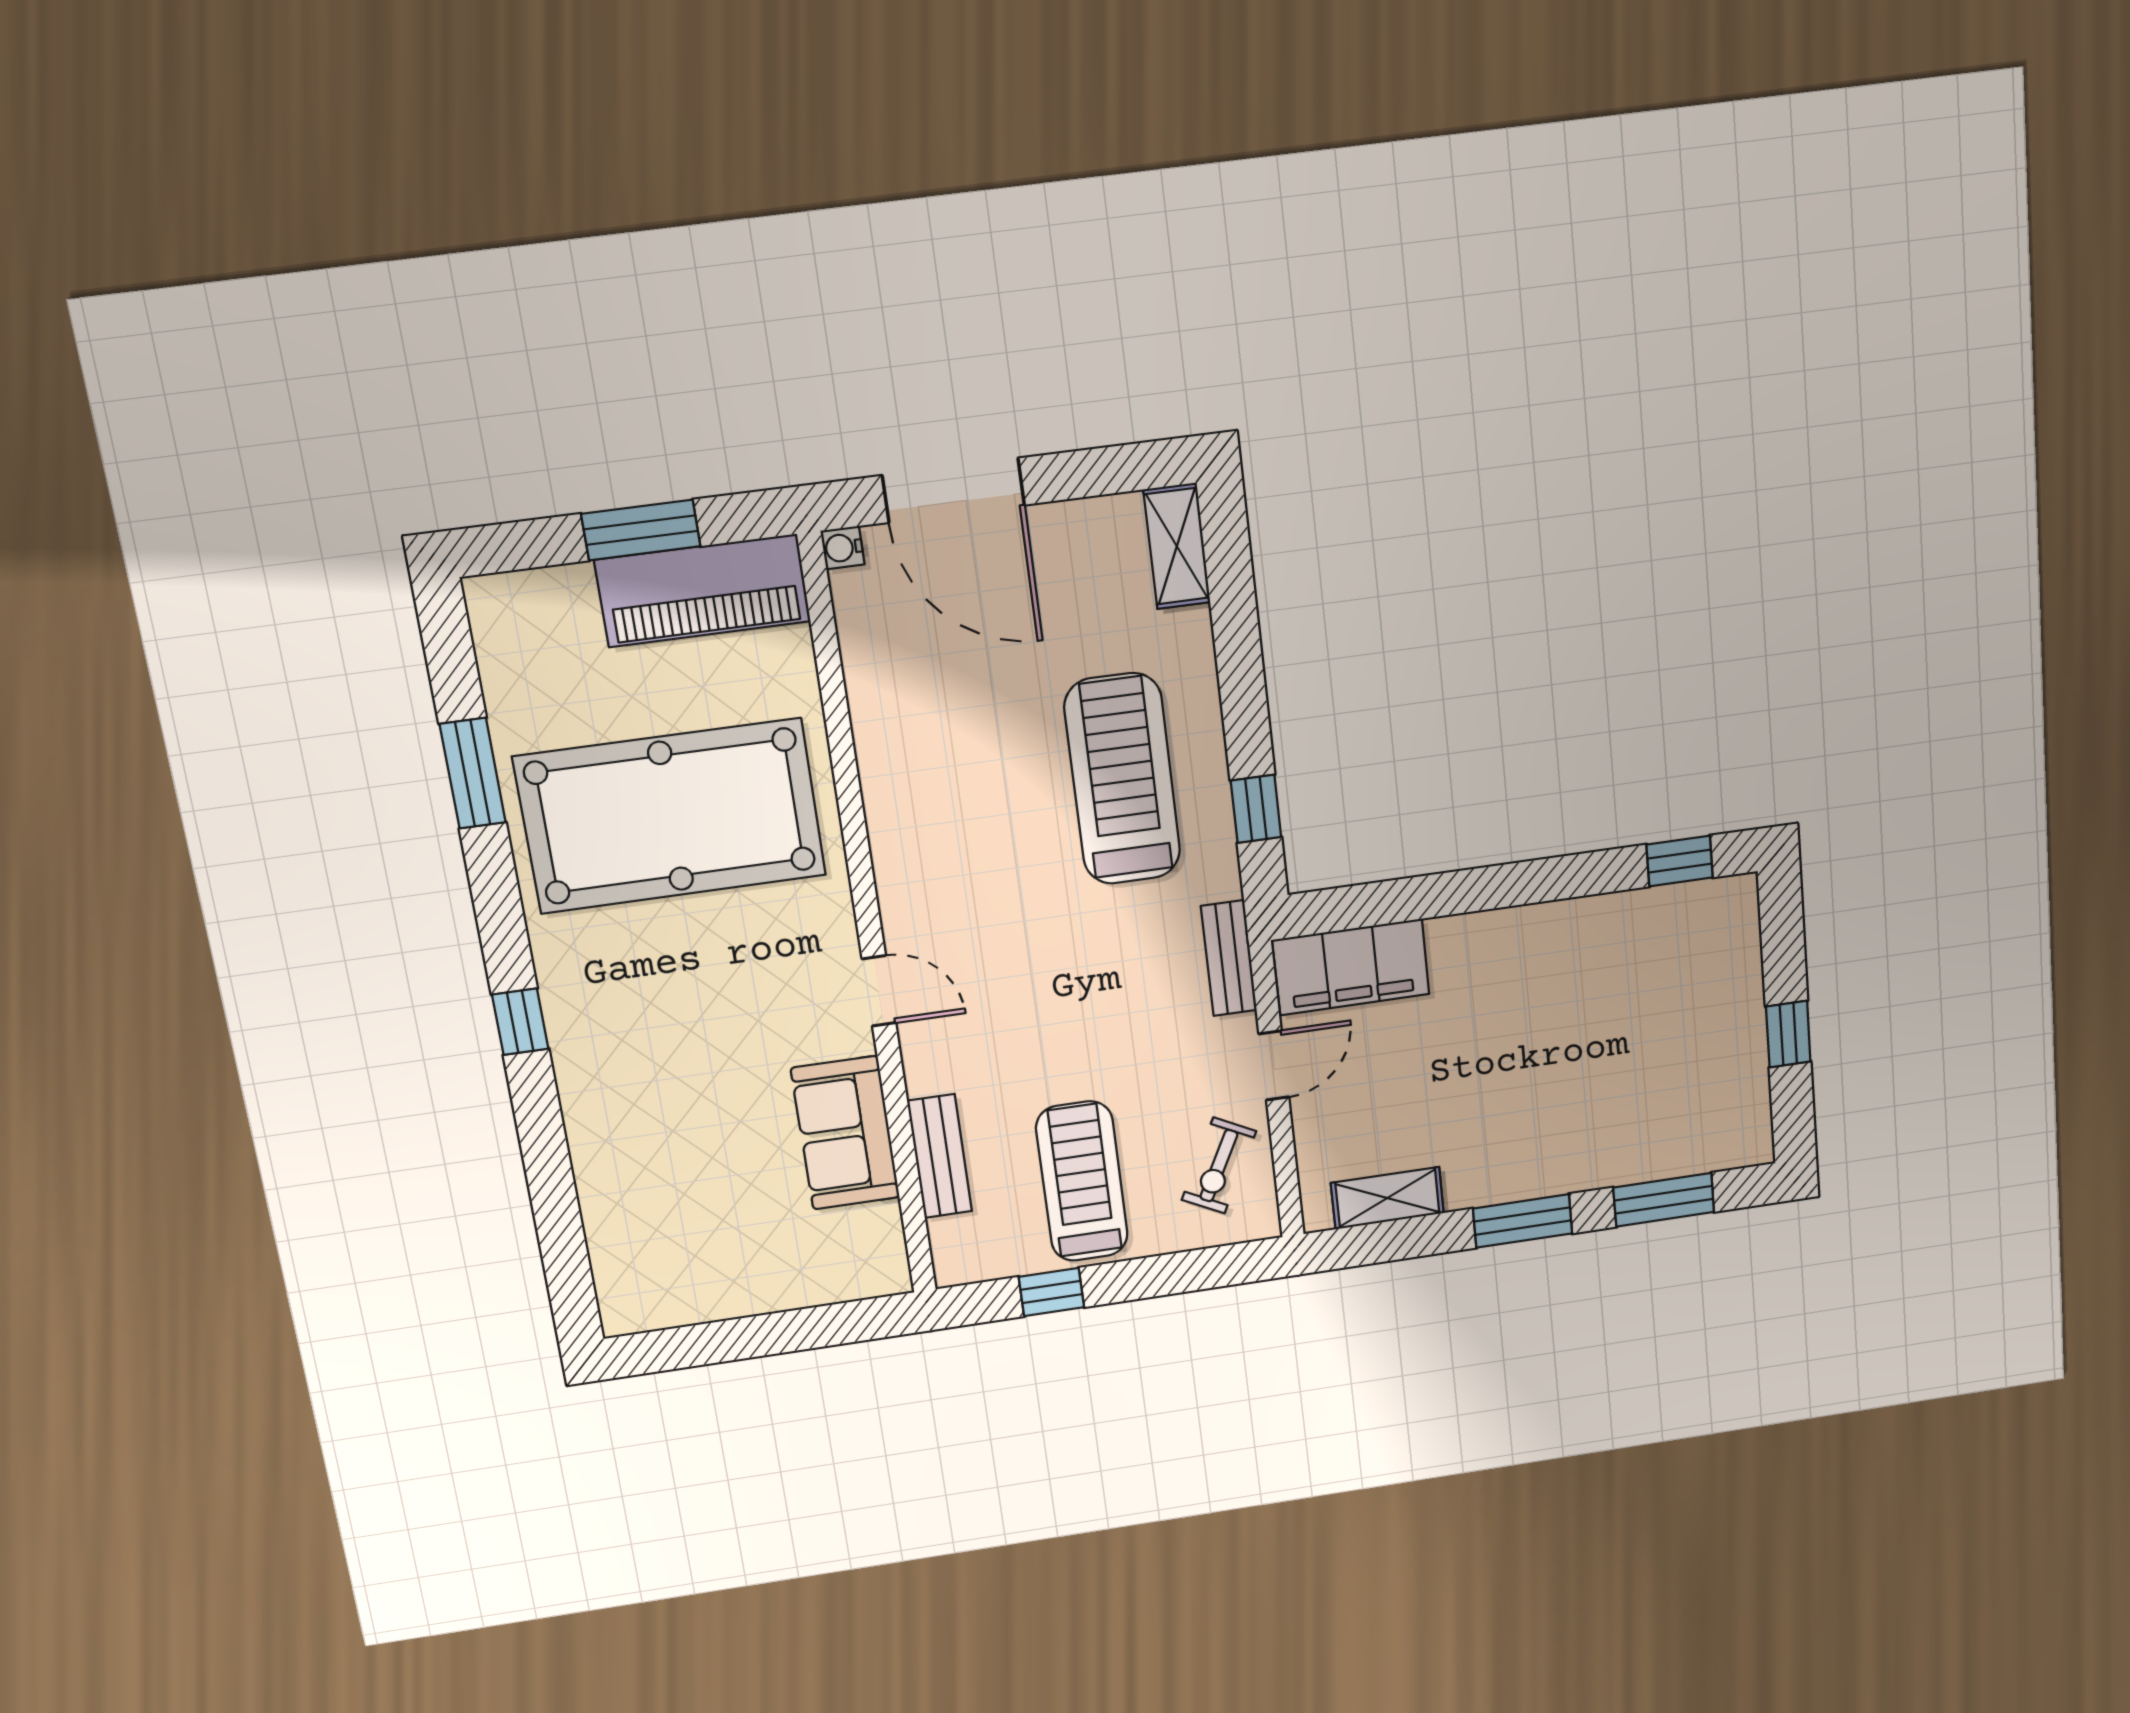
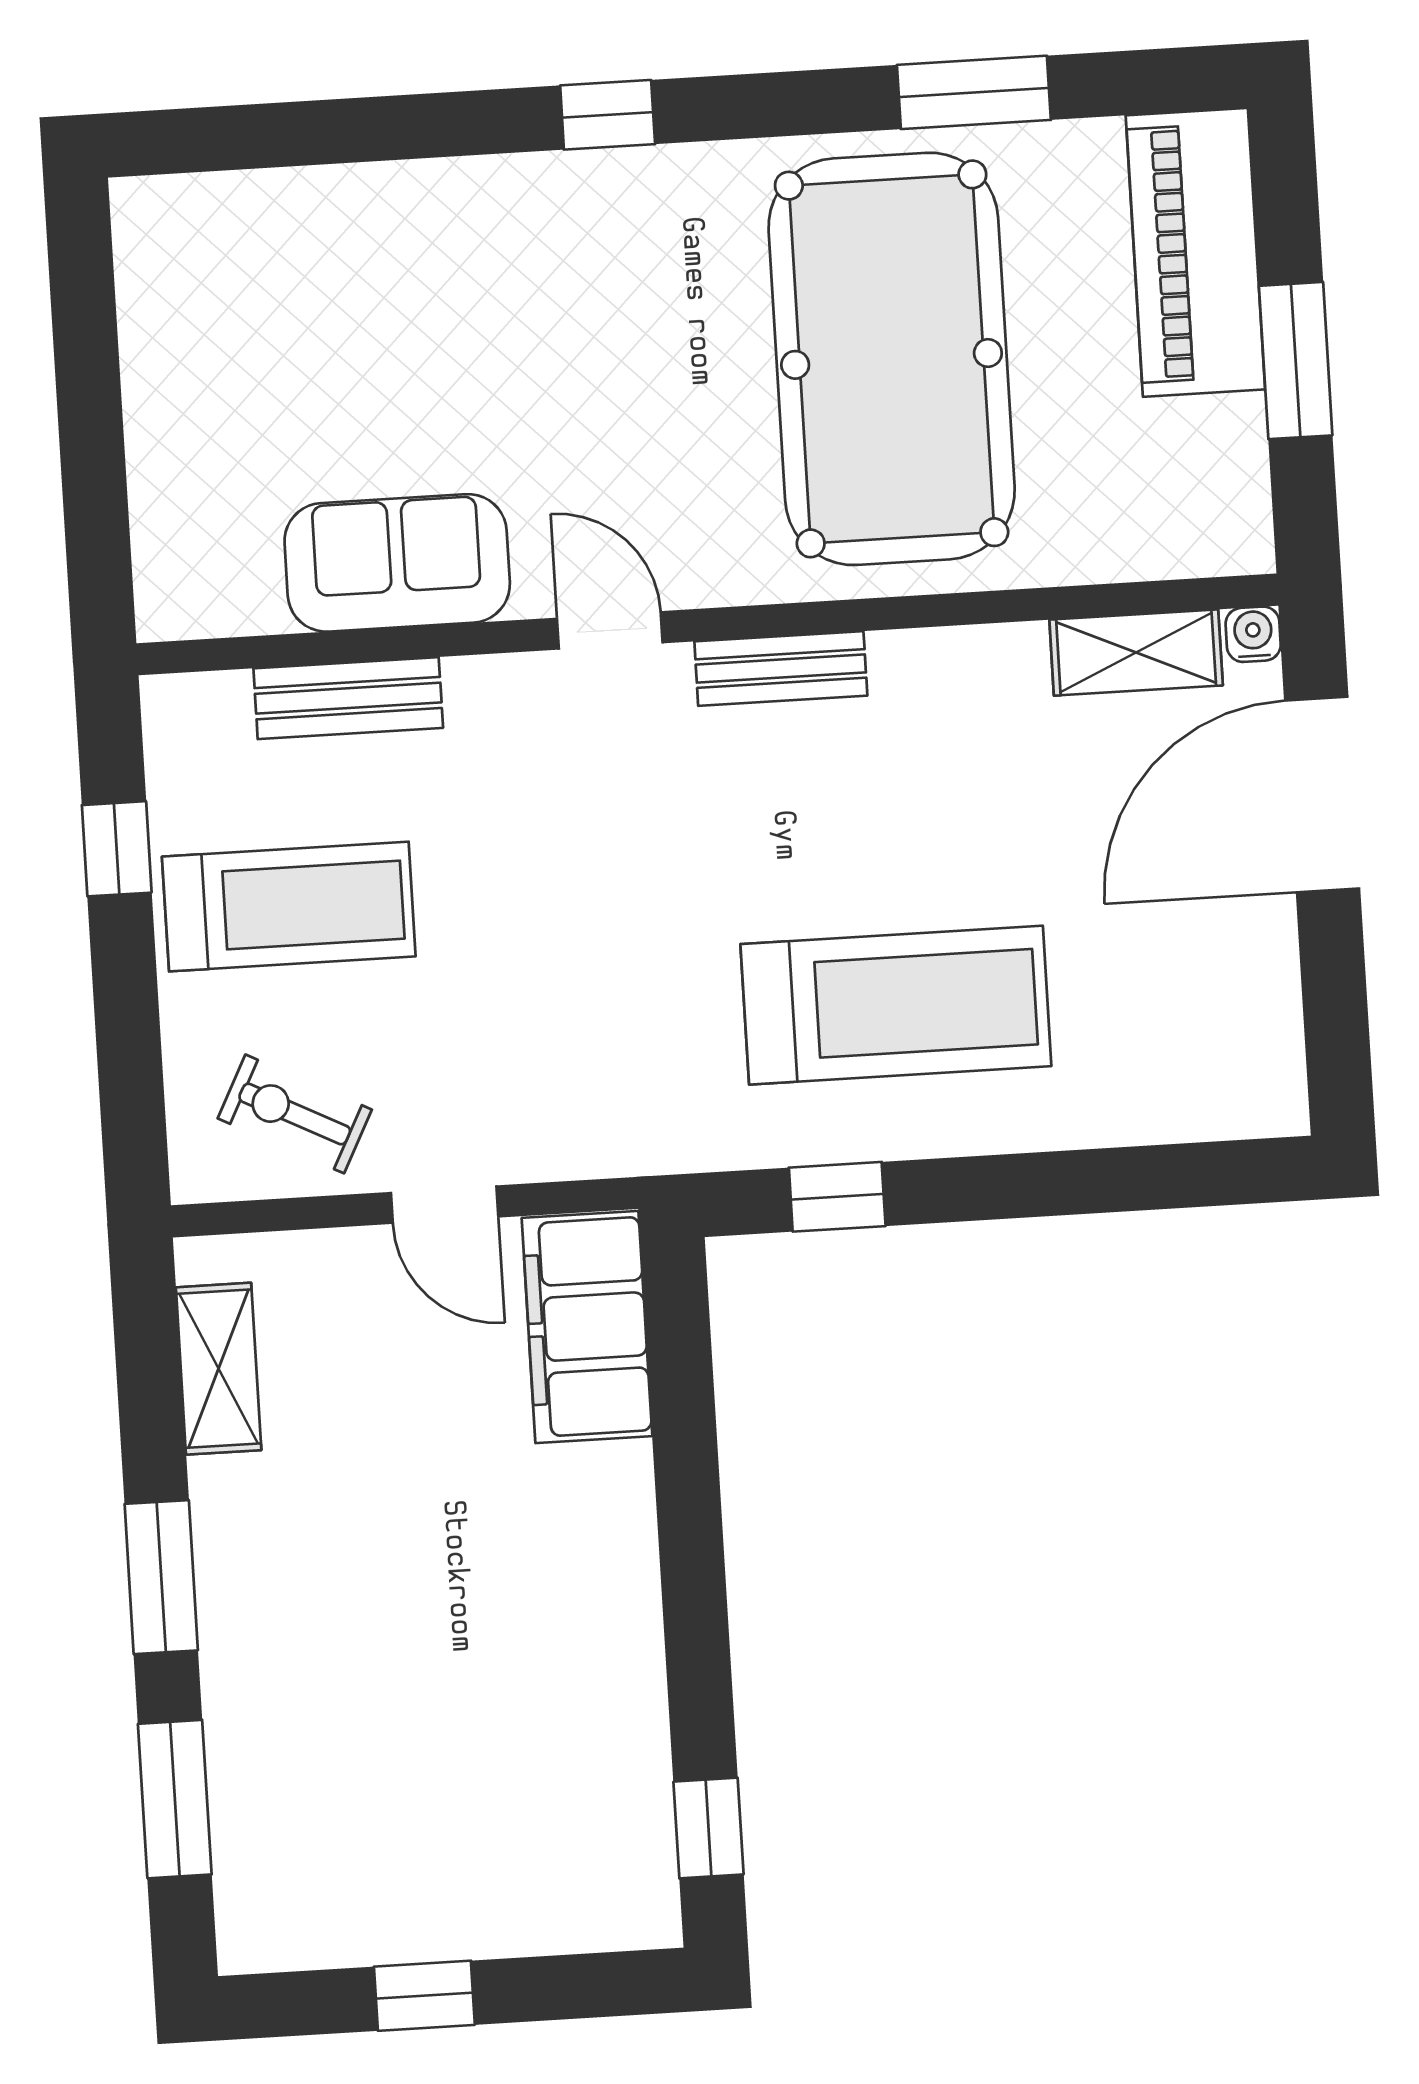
shelving: (1177, 546) -> (1136, 653), moved
piano: (703, 591) -> (1195, 252), moved
bench: (1229, 958) -> (781, 669), moved
door: (879, 991) -> (610, 630), swing flipped

